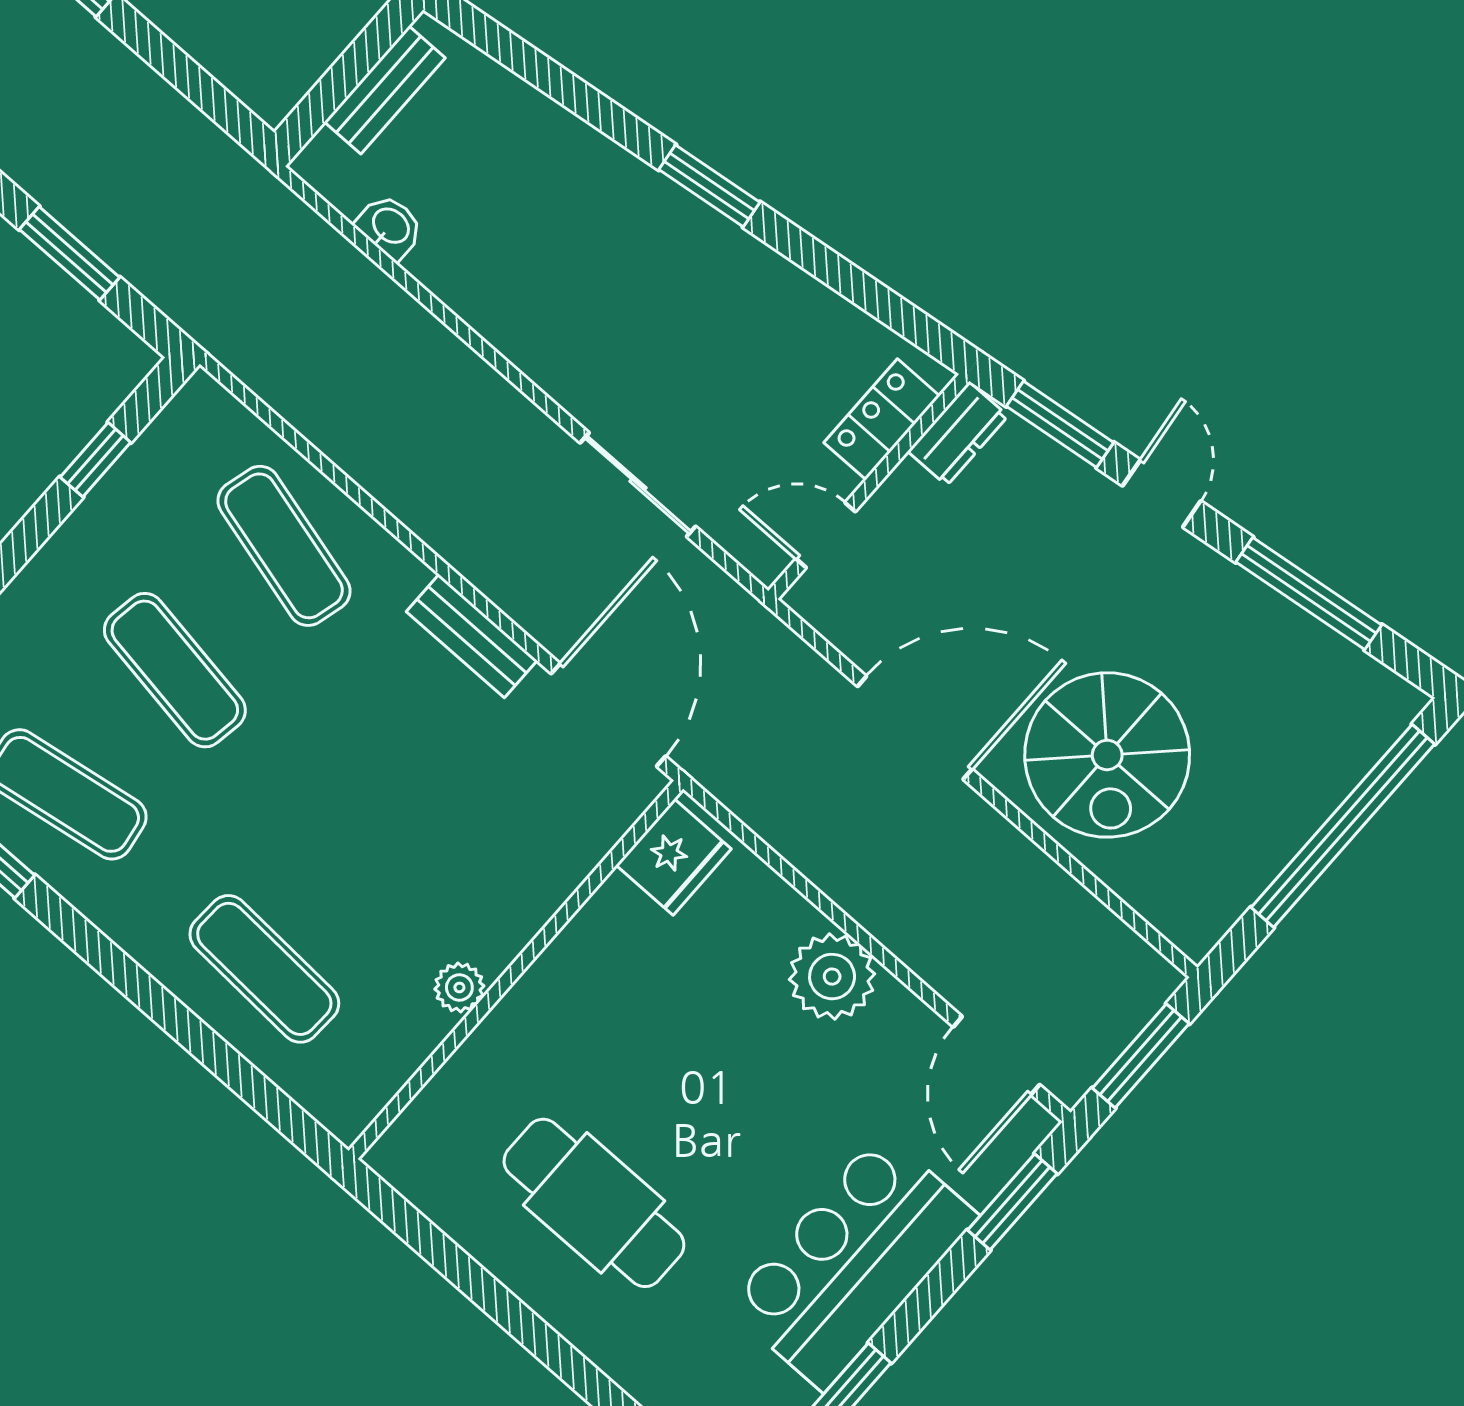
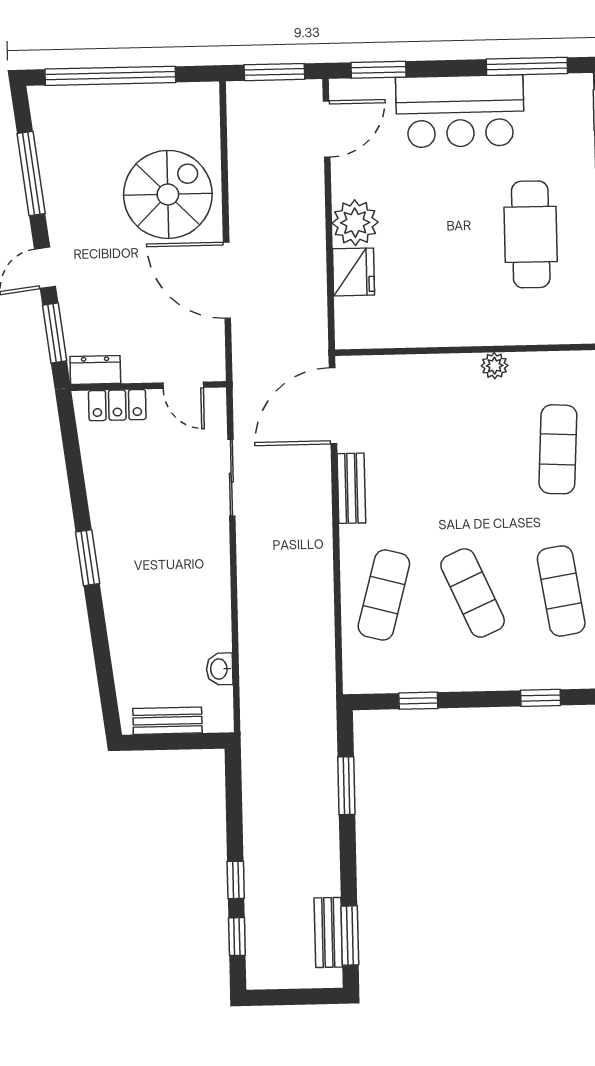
exercise mat: (175, 670) -> (473, 593), turned -33
fridge: (674, 857) -> (353, 272), moved, turned 90

